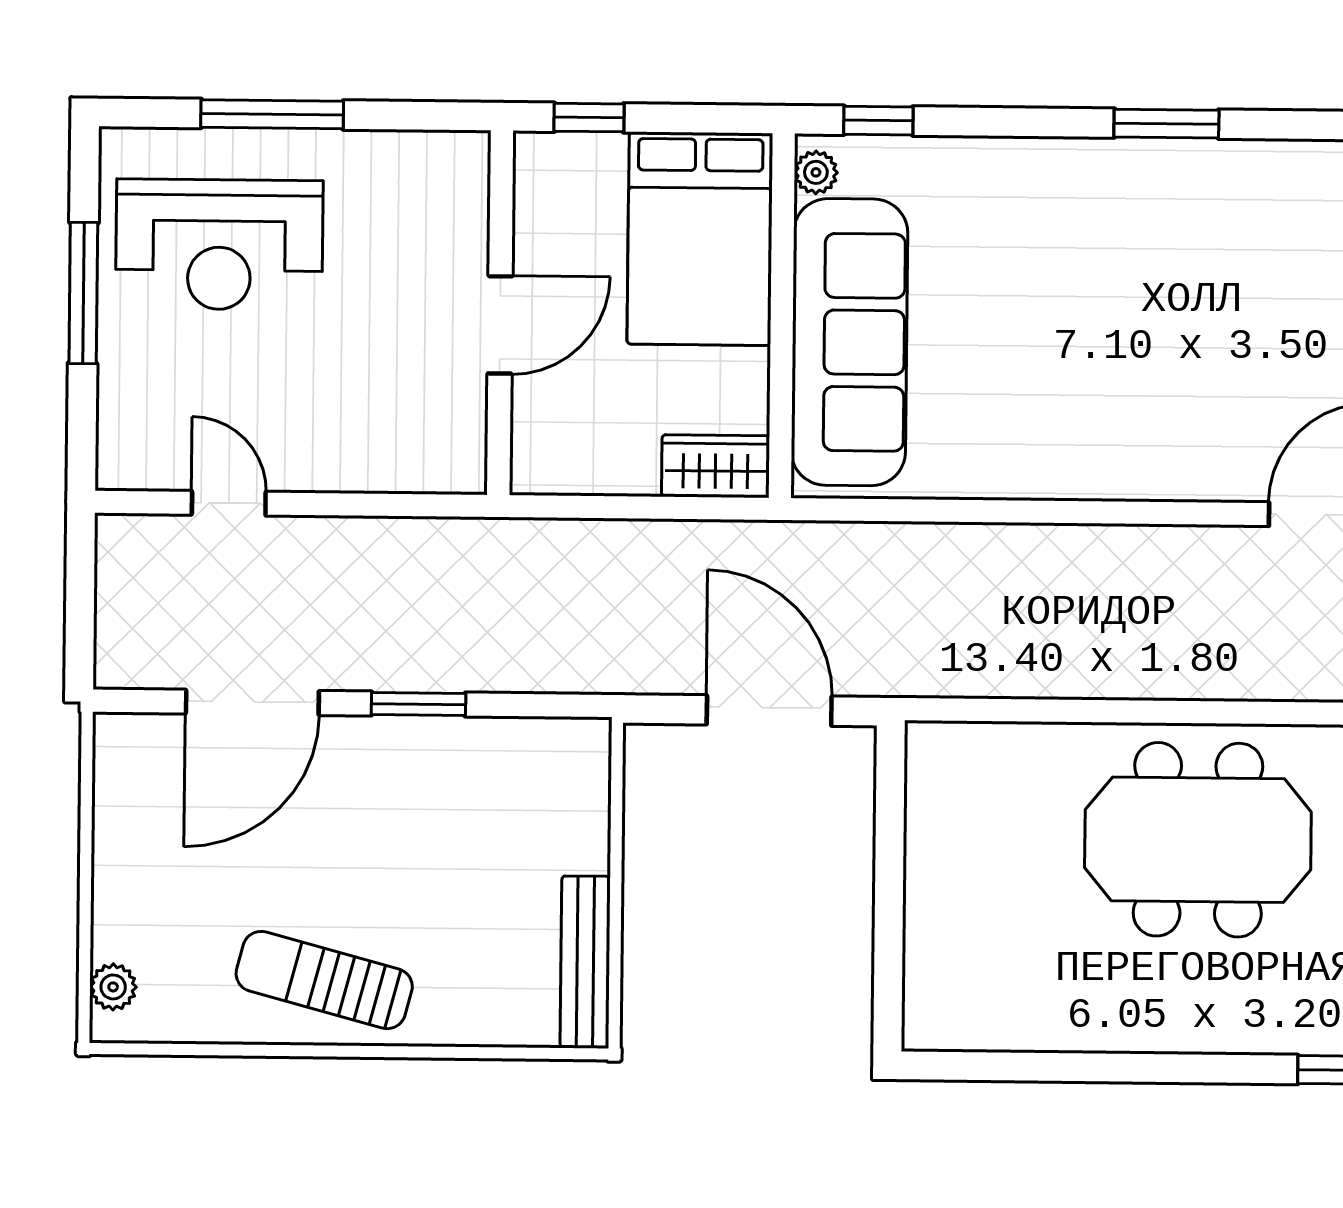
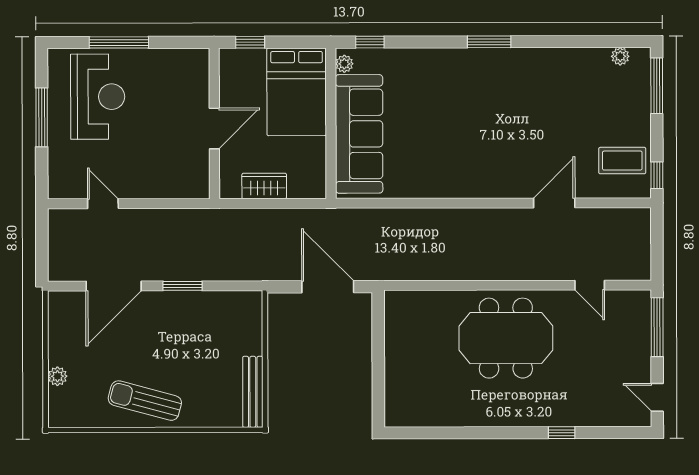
reception desk: (219, 245) -> (98, 97), turned -90
wardrobe: (716, 466) -> (264, 186), moved
plant: (113, 987) -> (57, 376), moved

